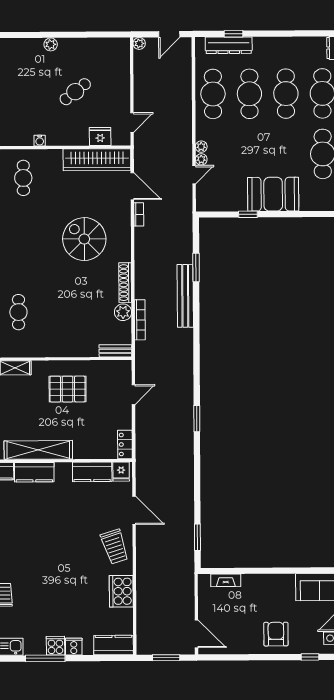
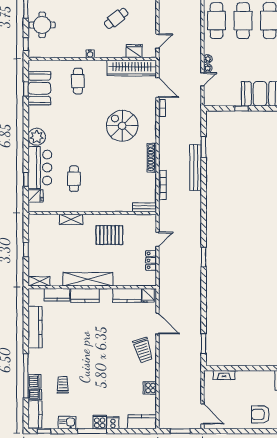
plant: (123, 312) -> (150, 179), removed
locker: (125, 445) -> (151, 260), moved
cooker: (121, 591) -> (150, 388), width x0.53, depth x0.76
armchair: (276, 634) -> (260, 414), turned -90

